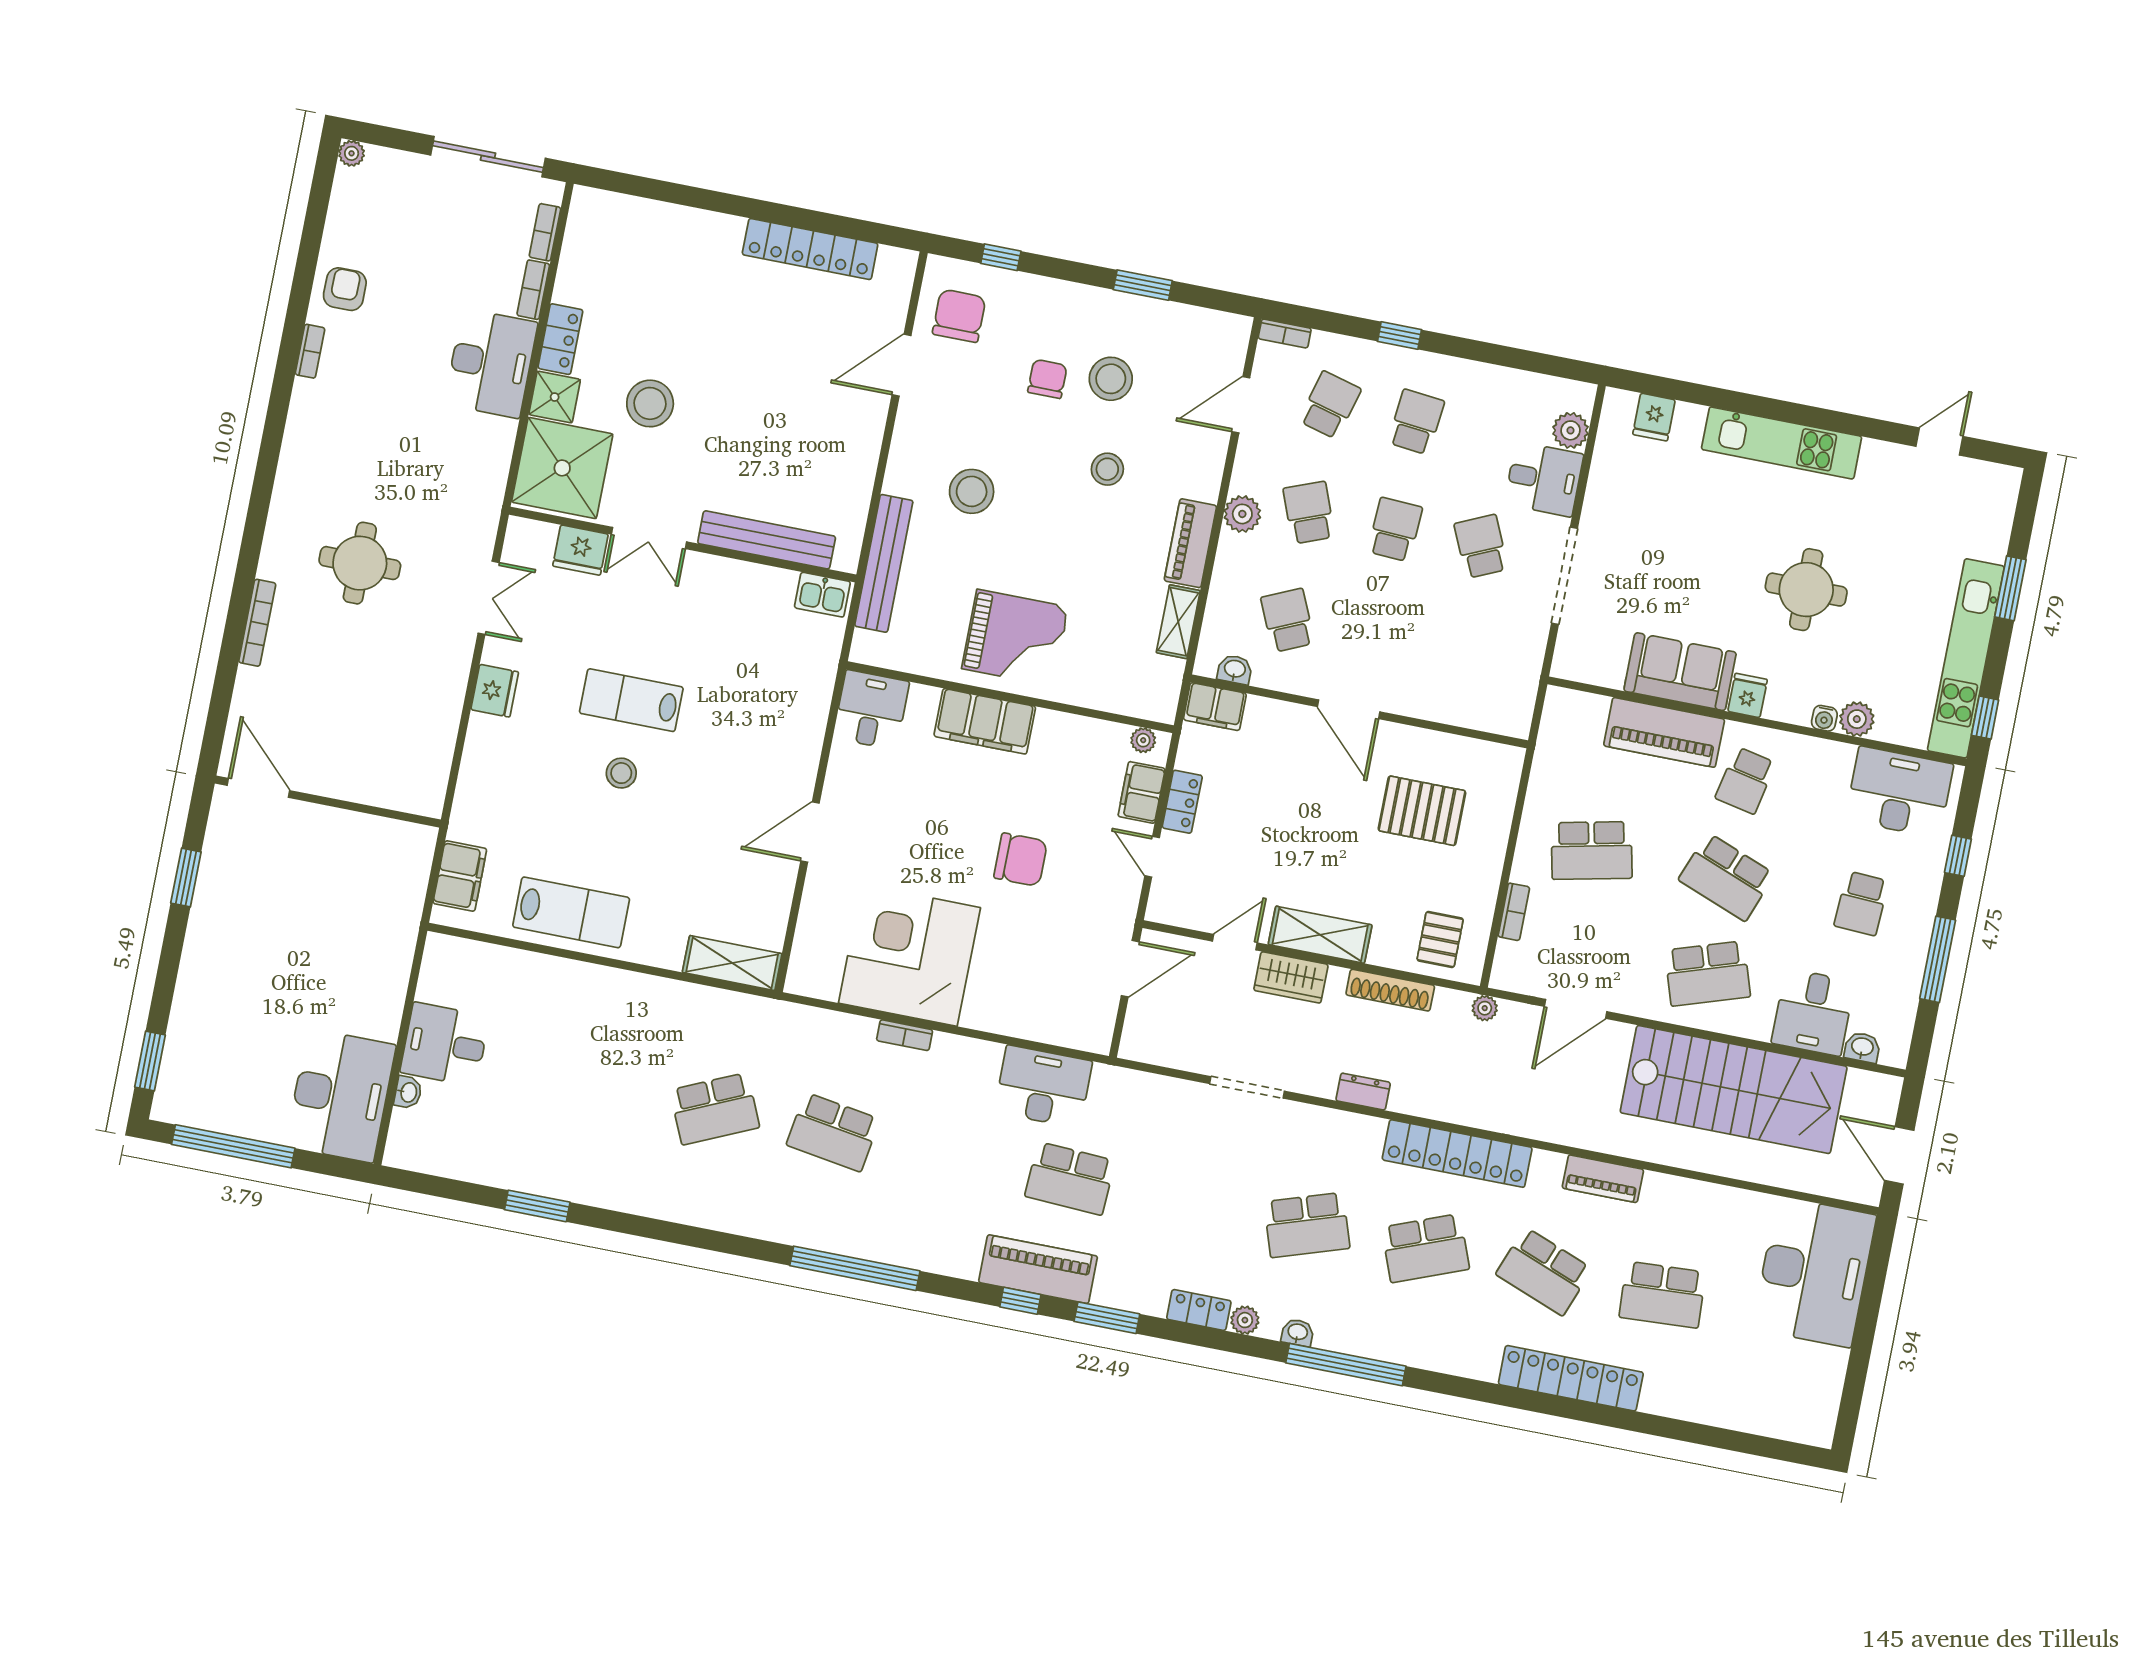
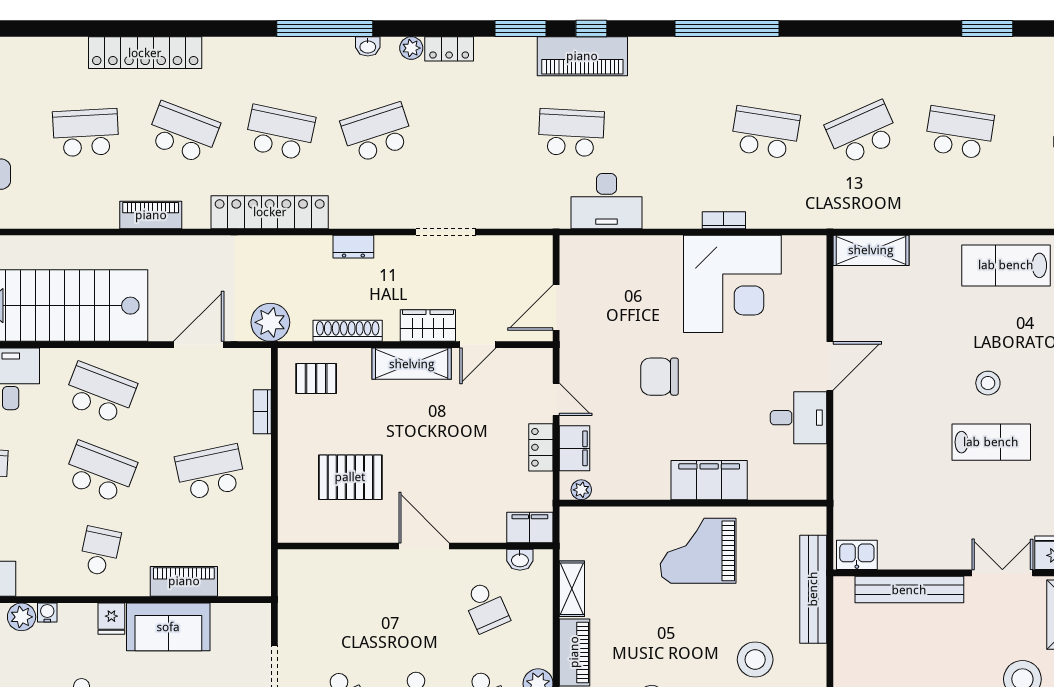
desk: (871, 710) -> (799, 418), moved, turned -90
piano: (1664, 732) -> (184, 581), width x0.73, depth x0.75
pallet: (1440, 939) -> (316, 379), turned 90
school desk: (1708, 973) -> (100, 393), turned 39
plant: (1485, 1008) -> (270, 322), width x1.88, depth x1.88
school desk: (596, 1086) -> (959, 133), added
school desk: (1425, 1248) -> (280, 133), turned 33

